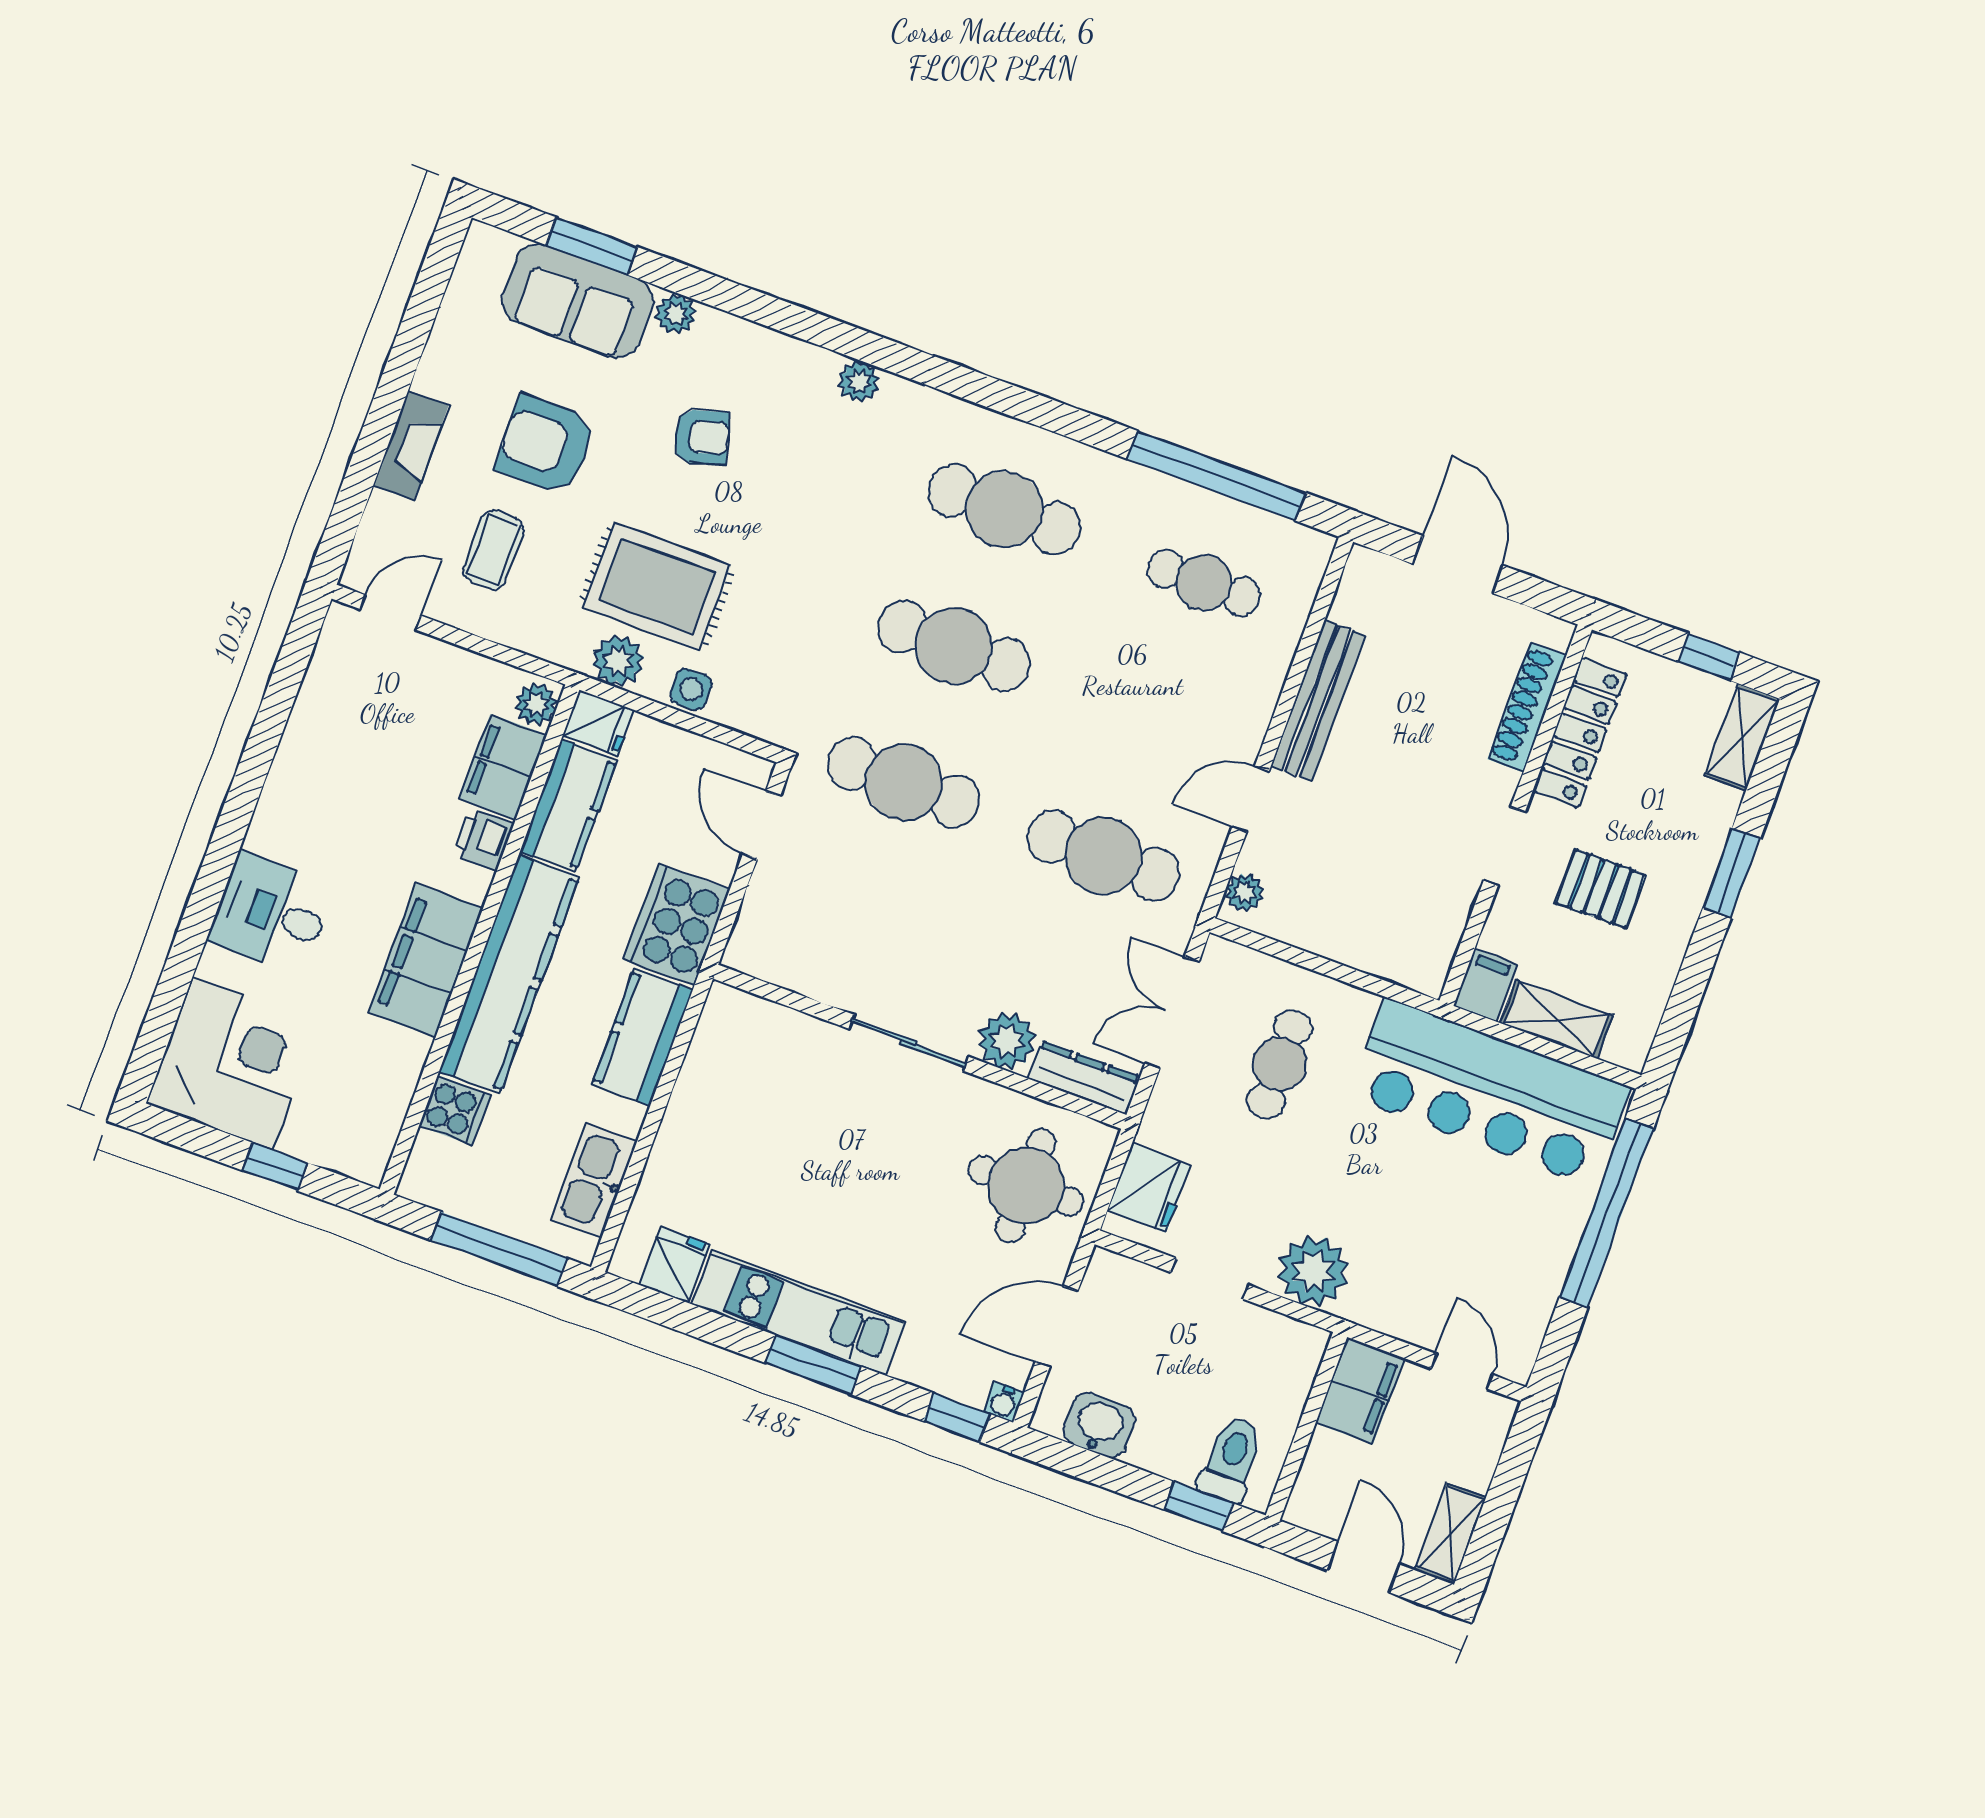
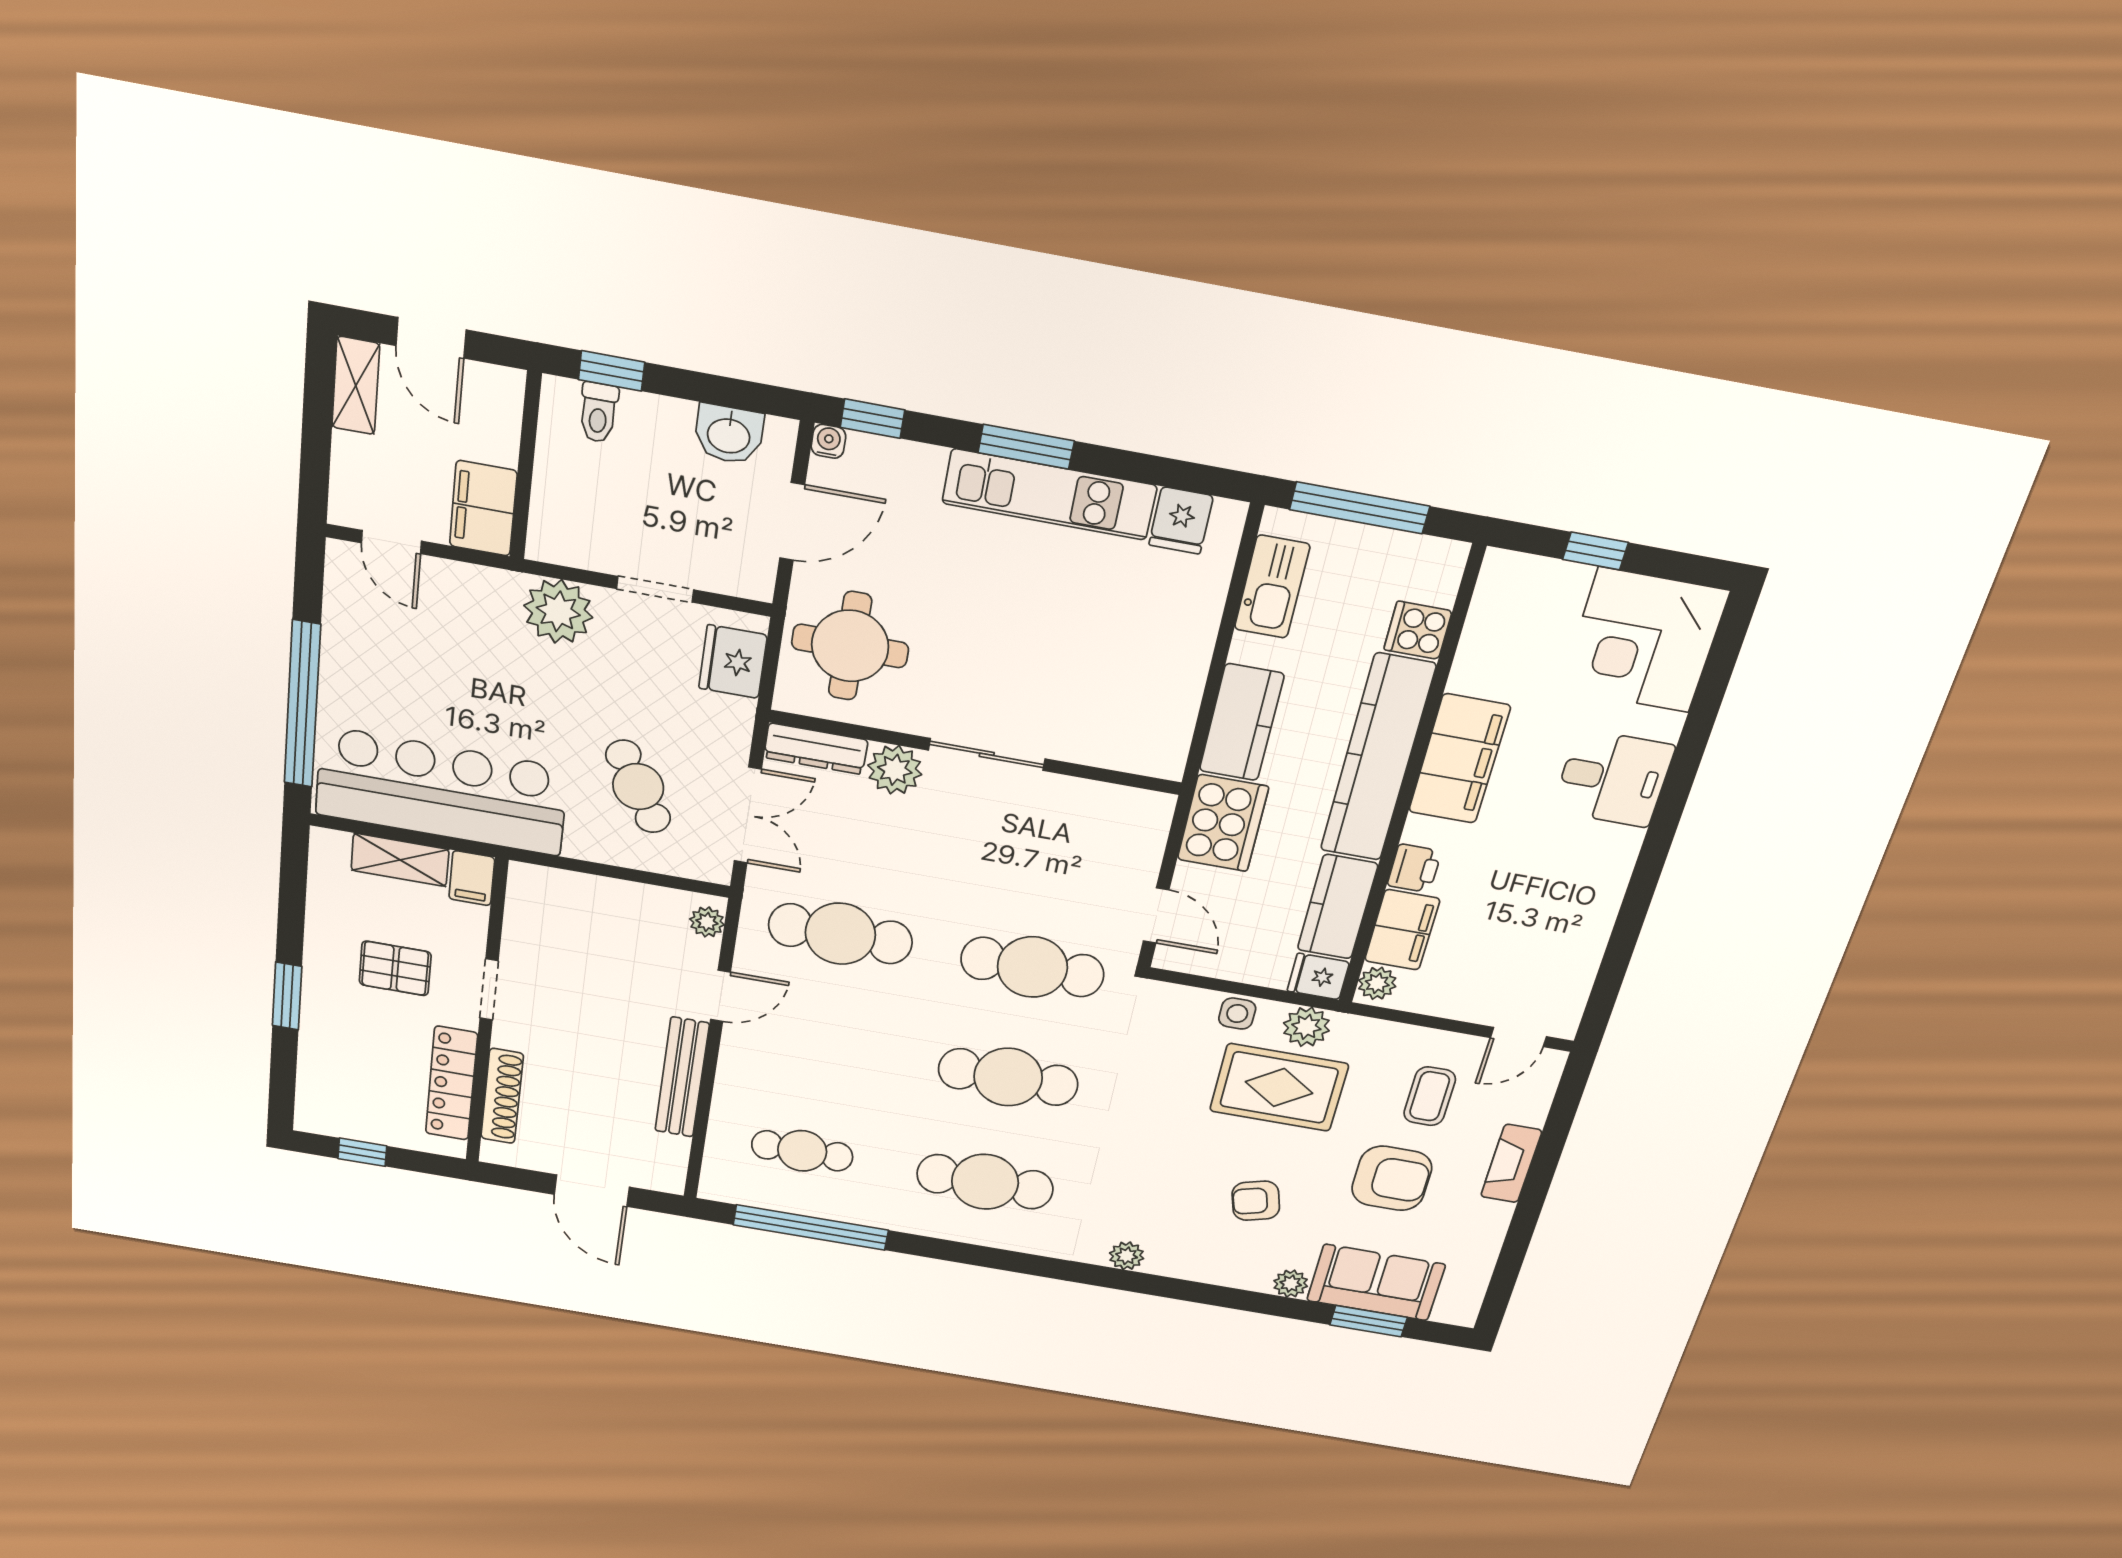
shelving: (1742, 737) -> (314, 1098), removed
cafe table: (1280, 1064) -> (638, 787), turned -30
toilet: (1231, 1459) -> (598, 413), width x0.73, depth x0.72

